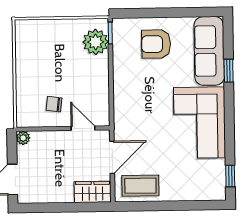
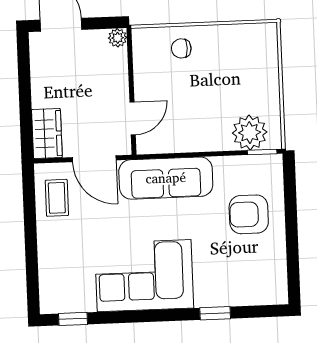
armchair: (156, 44) -> (249, 214), turned -90
sofa: (209, 51) -> (166, 178), moved, turned 180
chair: (54, 104) -> (181, 48), moved, turned -97
coffee table: (140, 186) -> (57, 198), width x0.73, depth x0.77

